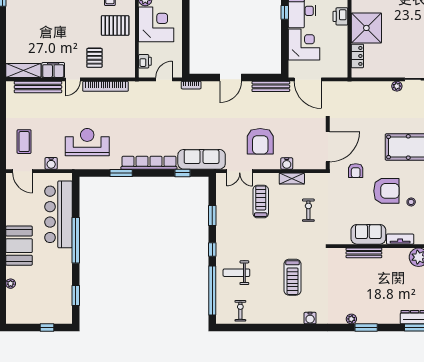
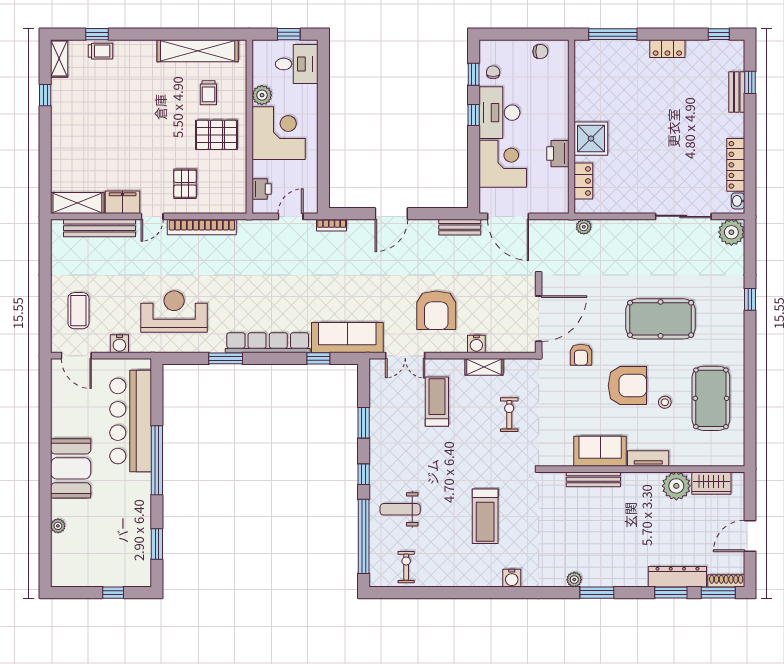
printer: (340, 16) -> (558, 154), moved
shower: (366, 28) -> (591, 139), width x0.73, depth x0.73
bench: (271, 86) -> (460, 227), width x0.73
plant: (397, 86) -> (584, 227), moved

